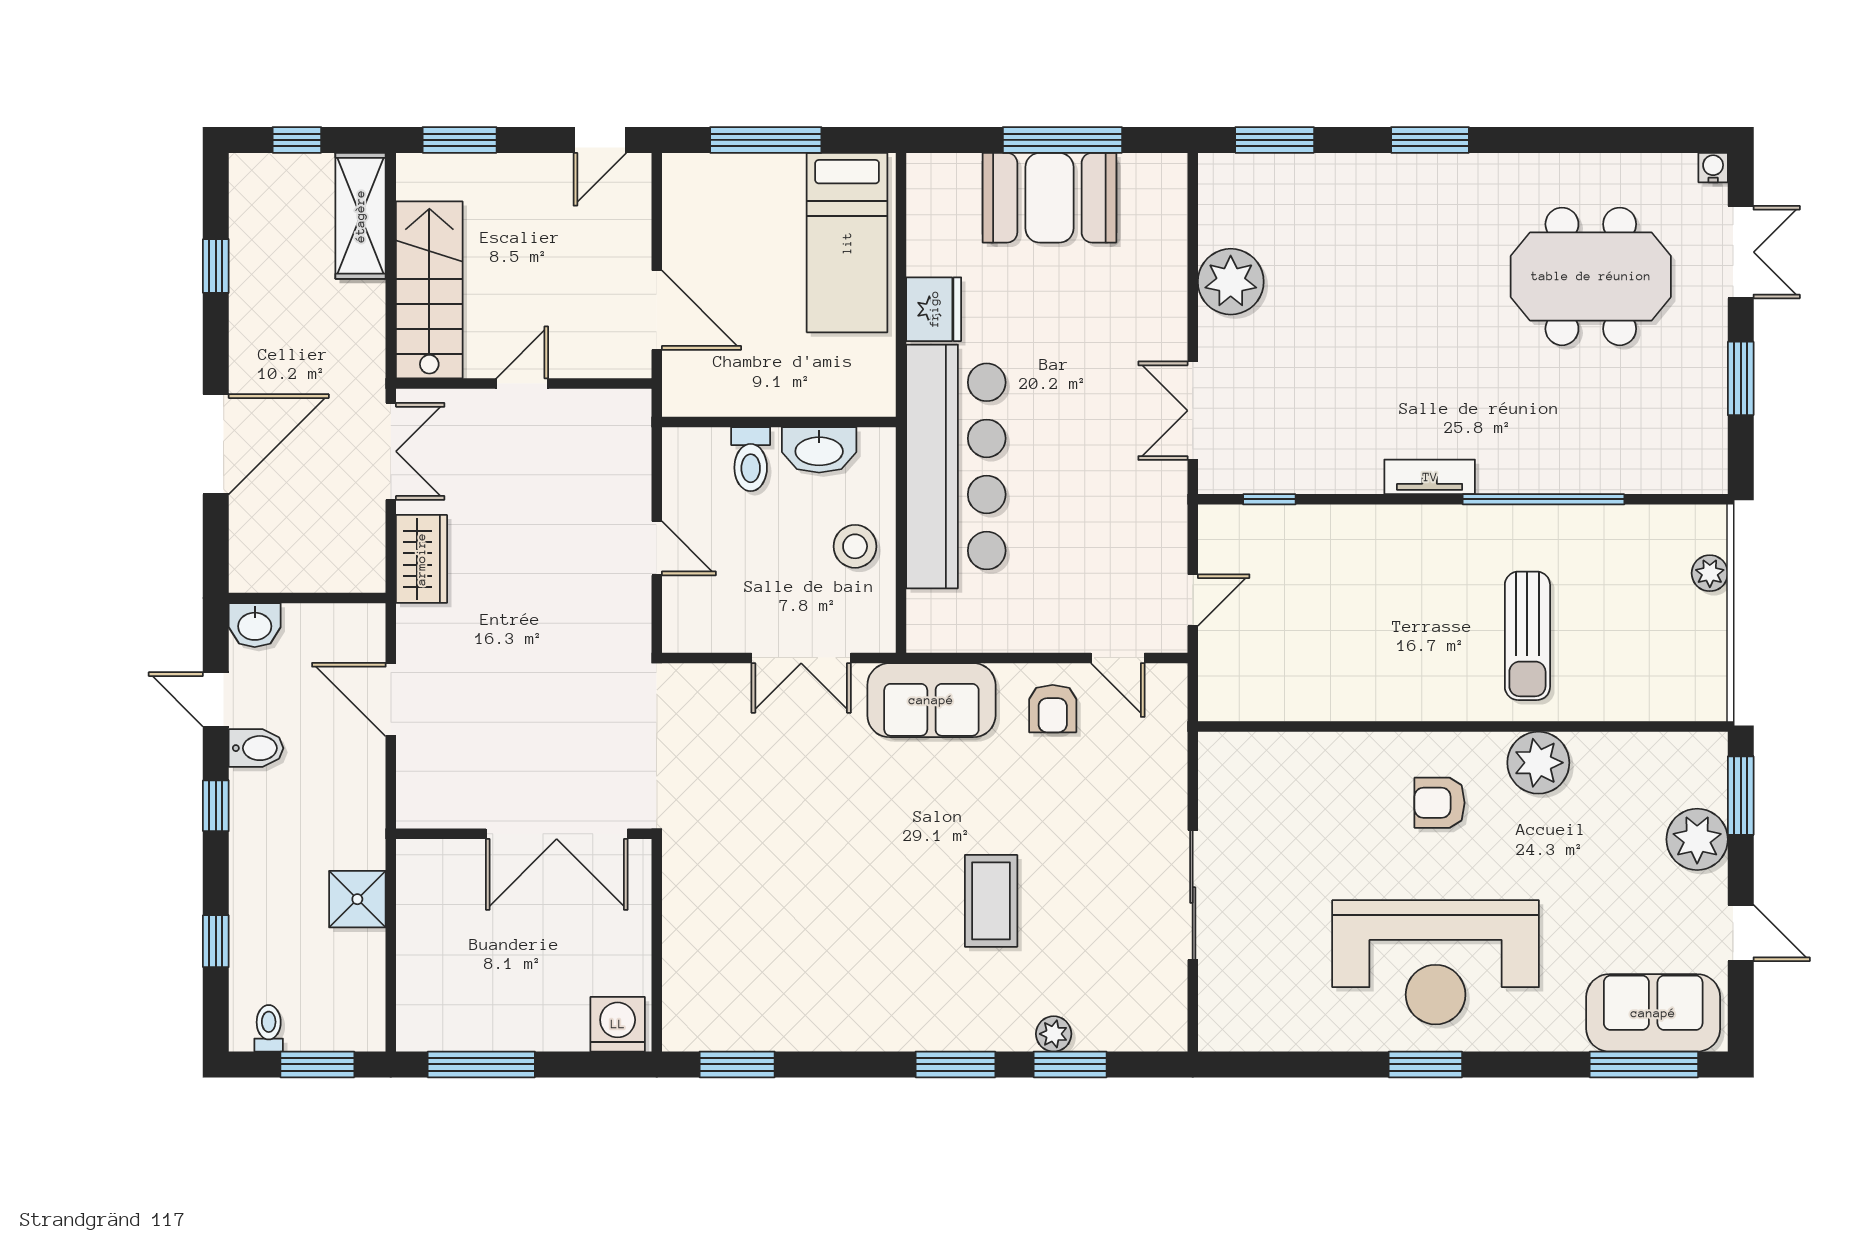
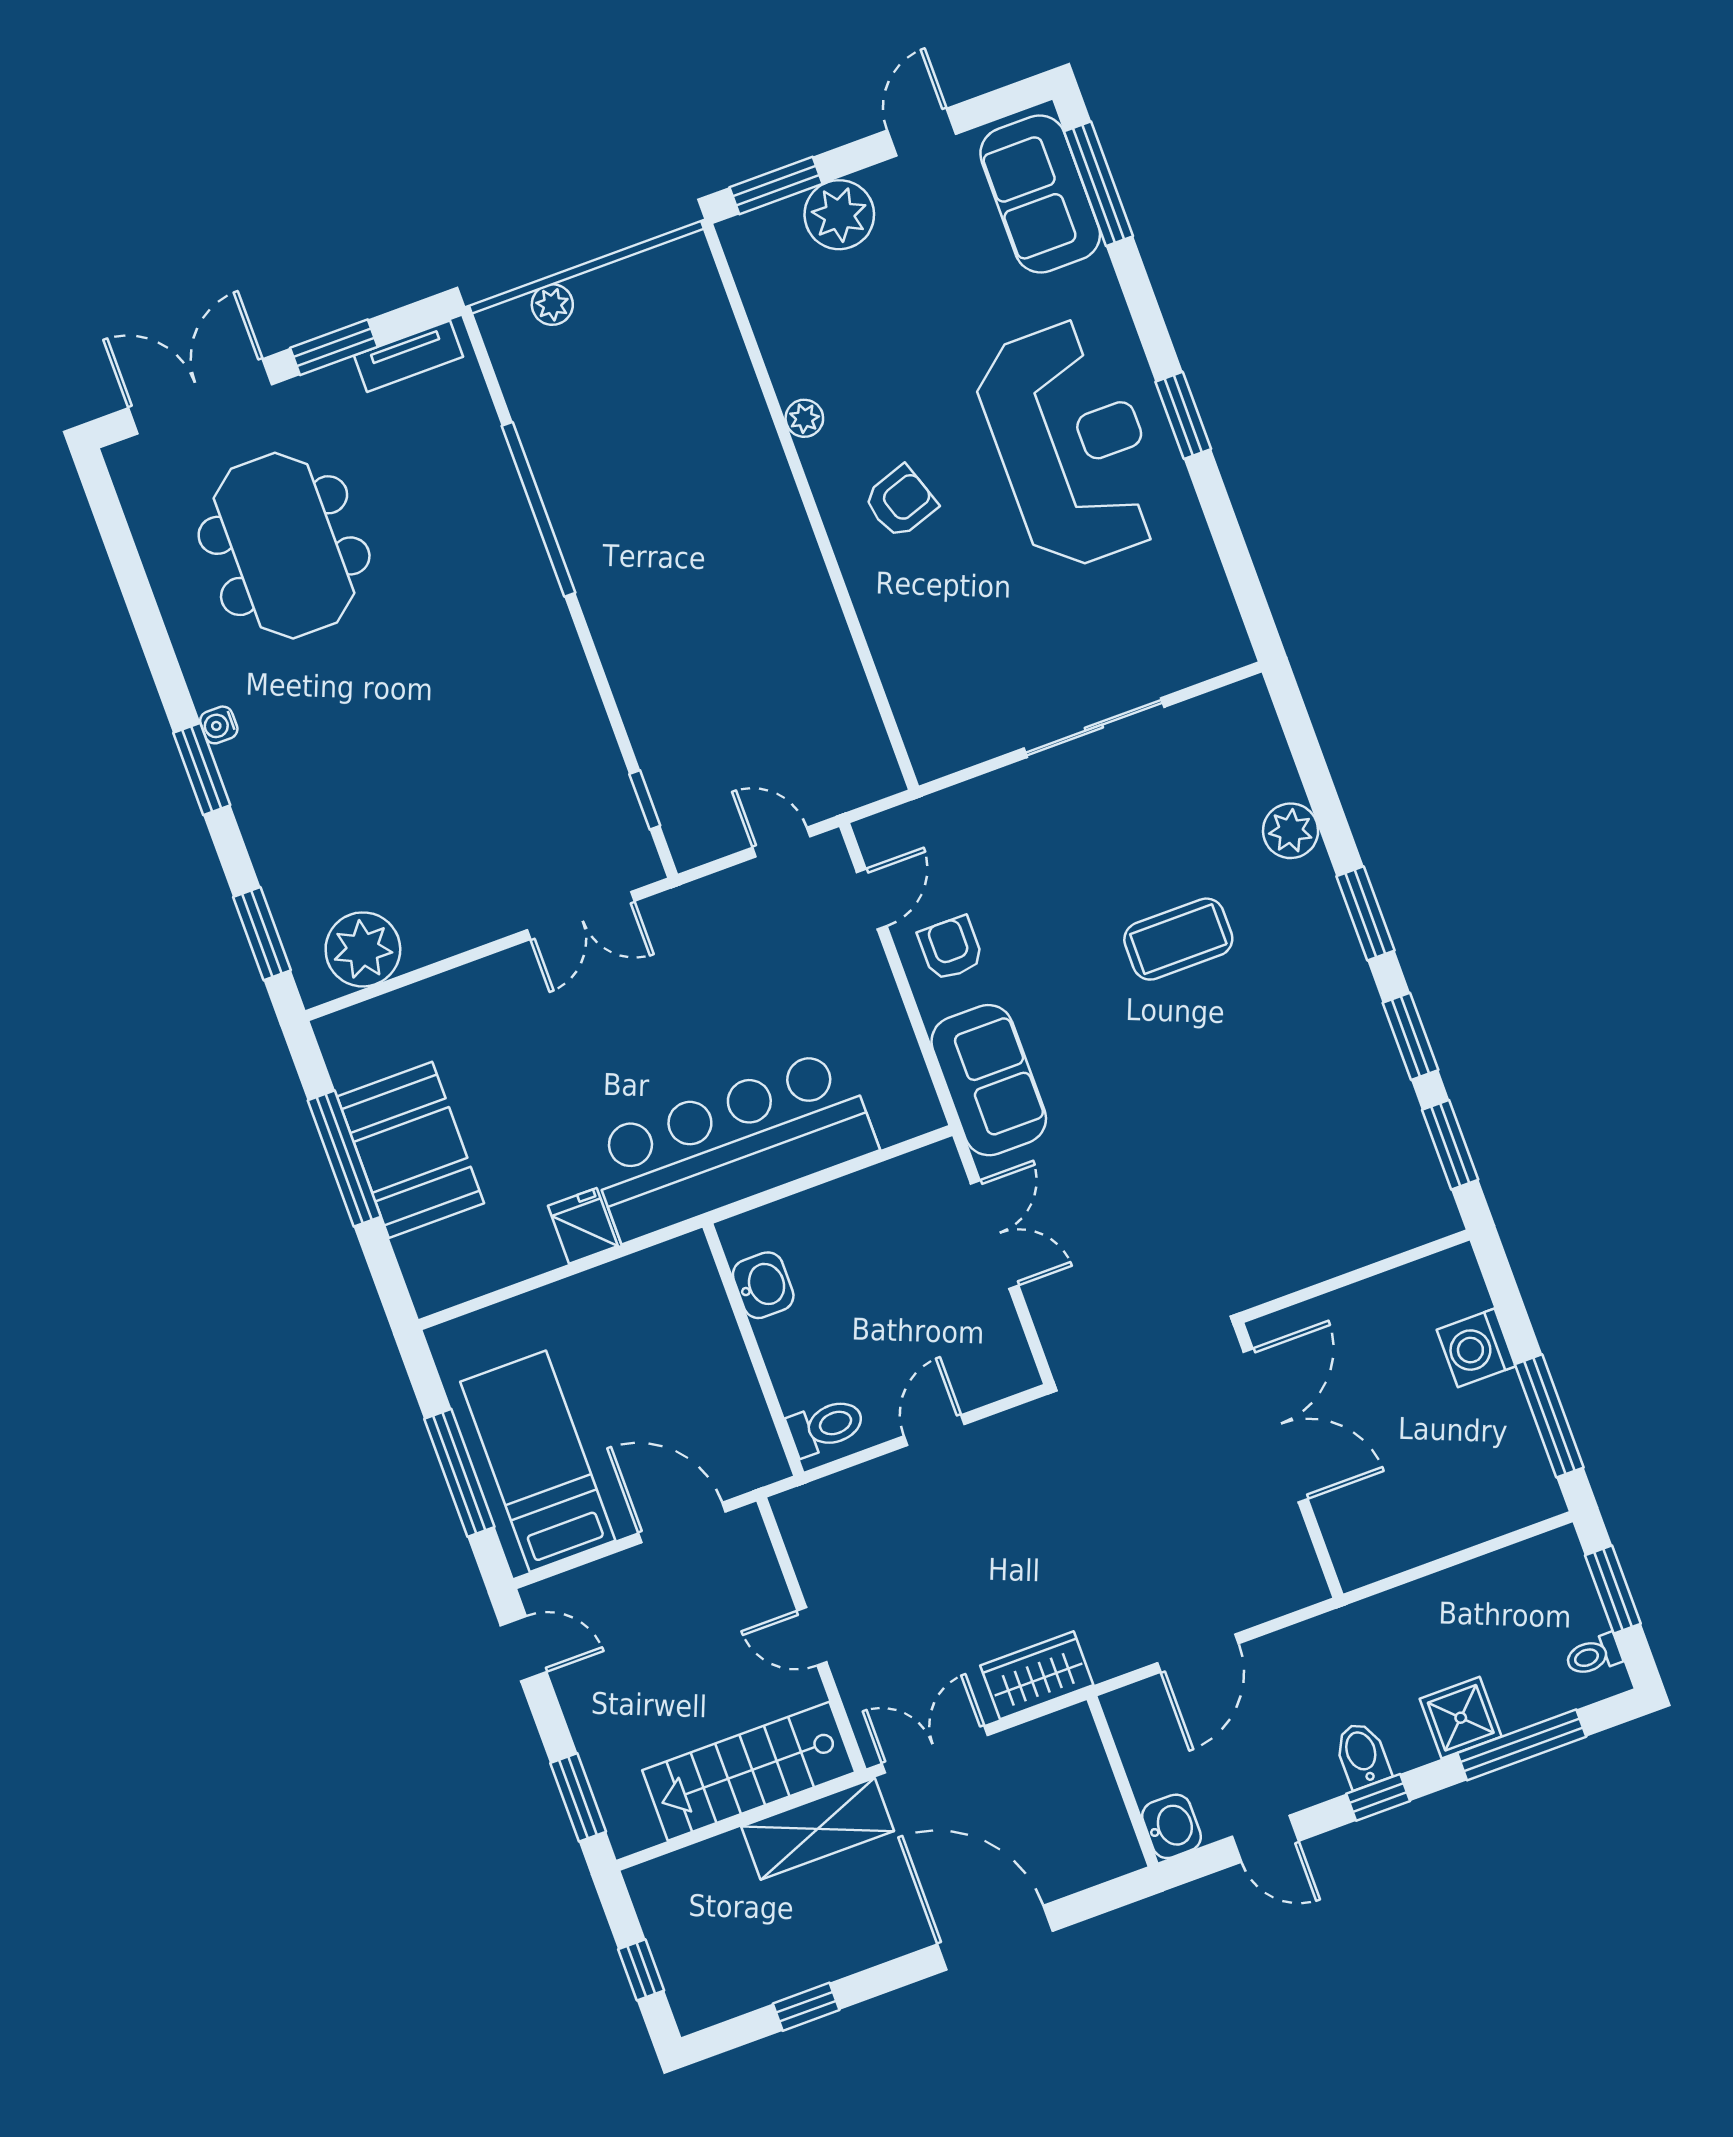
water cooler: (1713, 168) -> (219, 725), moved
shelving: (360, 216) -> (818, 1829), moved
bed: (847, 243) -> (538, 1461), moved, turned -90
double door: (1741, 252) -> (200, 396), width x1.37
plant: (1231, 282) -> (363, 949), moved
fridge: (934, 309) -> (583, 1226), width x0.72
door: (657, 310) -> (682, 1523), hinge flipped
washbasin: (819, 450) -> (763, 1285), width x0.72
toilet: (751, 459) -> (826, 1426), moved
tv unit: (1430, 477) -> (408, 356), moved, turned -90
stool: (855, 546) -> (855, 1221), removed
sun lounger: (1527, 636) -> (689, 473), removed
door: (216, 699) -> (1265, 1839), hinge flipped
armchair: (1053, 709) -> (951, 948), turned -90
bidet: (256, 748) -> (1362, 1755), moved
plant: (1538, 763) -> (804, 418), width x0.53, depth x0.53
armchair: (1439, 803) -> (900, 502), turned -109
shower: (357, 899) -> (1461, 1718), moved
window: (216, 941) -> (1522, 1745), width x2.17
washing machine: (618, 1024) -> (1476, 1348), moved
plant: (1054, 1034) -> (1291, 831), width x1.38, depth x1.38
window: (1070, 1064) -> (1410, 1036), moved

